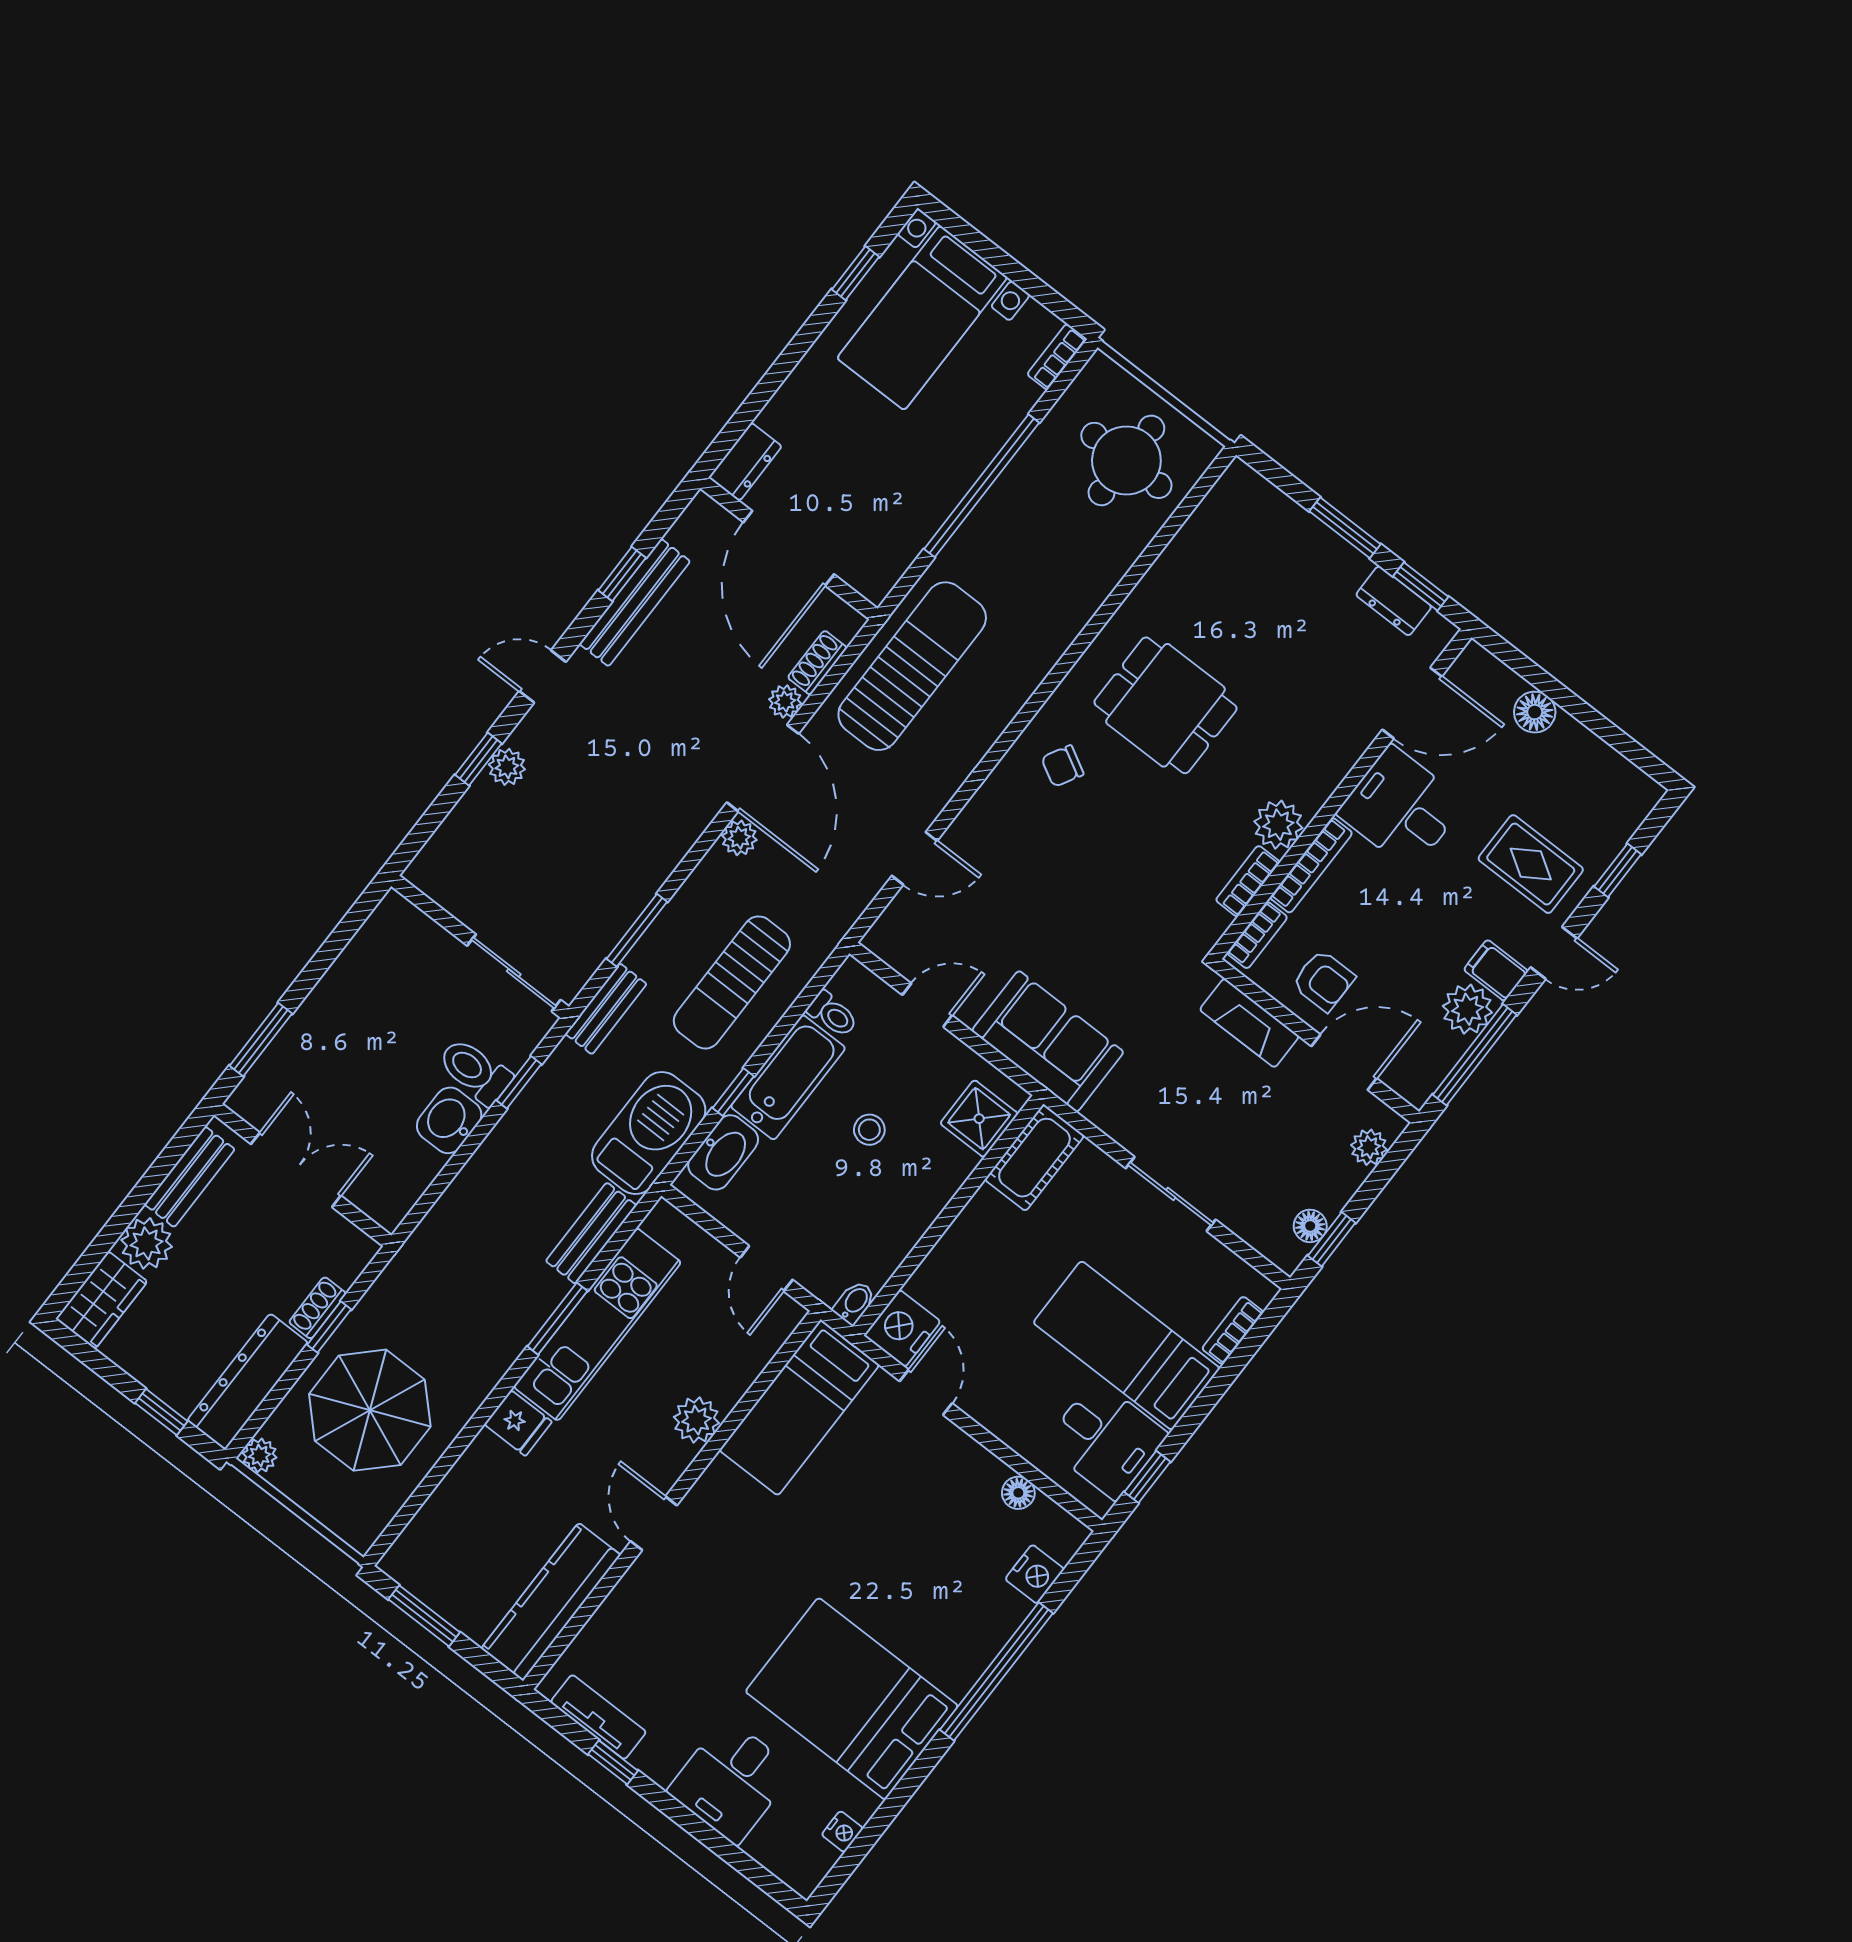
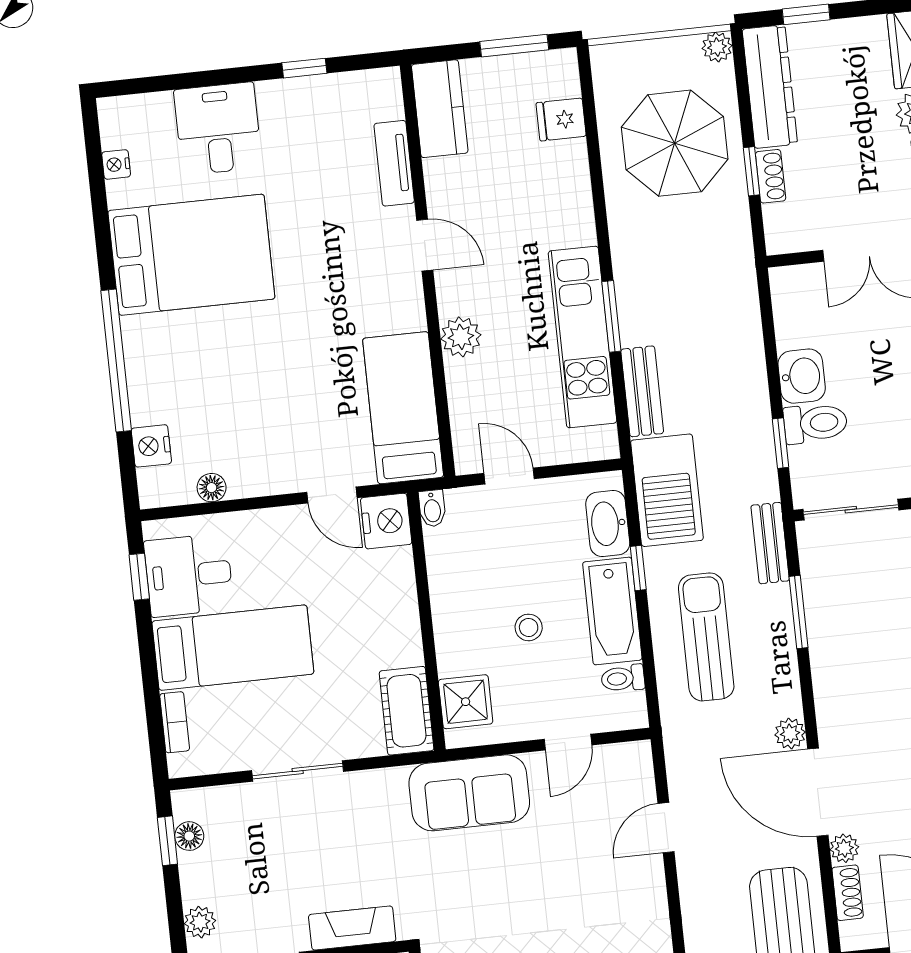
fridge: (518, 1423) -> (561, 119), moved
kitchen counter: (551, 1602) -> (440, 109), width x0.67
tv unit: (598, 1717) -> (394, 163), moved, turned 90

